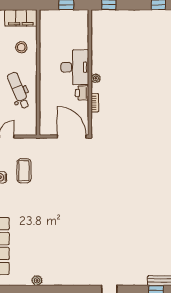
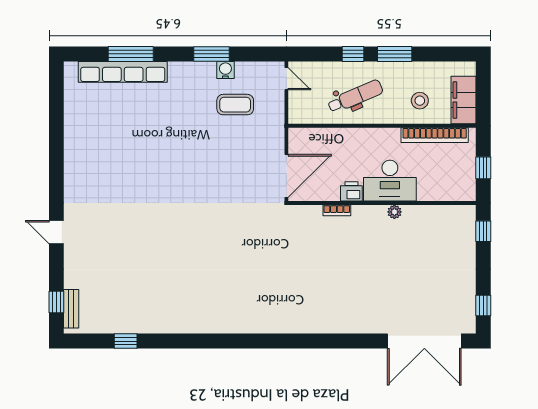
bookcase: (44, 37) -> (435, 135), added
plant: (96, 78) -> (394, 212), moved
plant: (37, 280) -> (71, 124), removed

